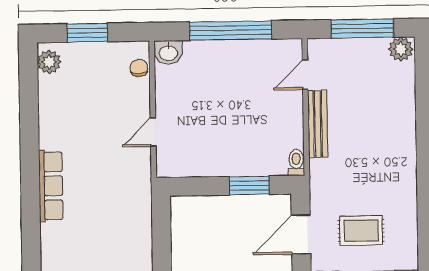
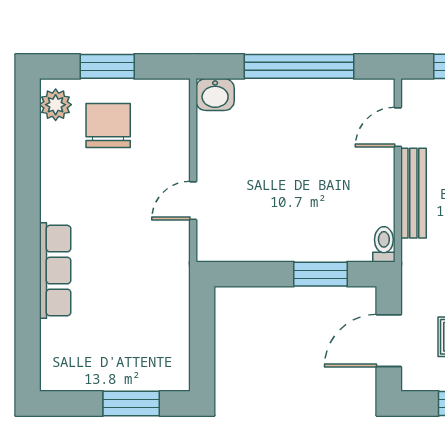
chair: (139, 68) -> (108, 125), moved, width x1.87, depth x1.87

